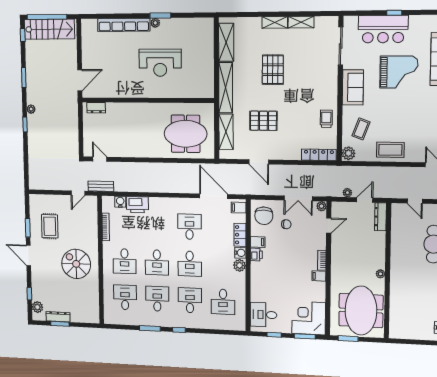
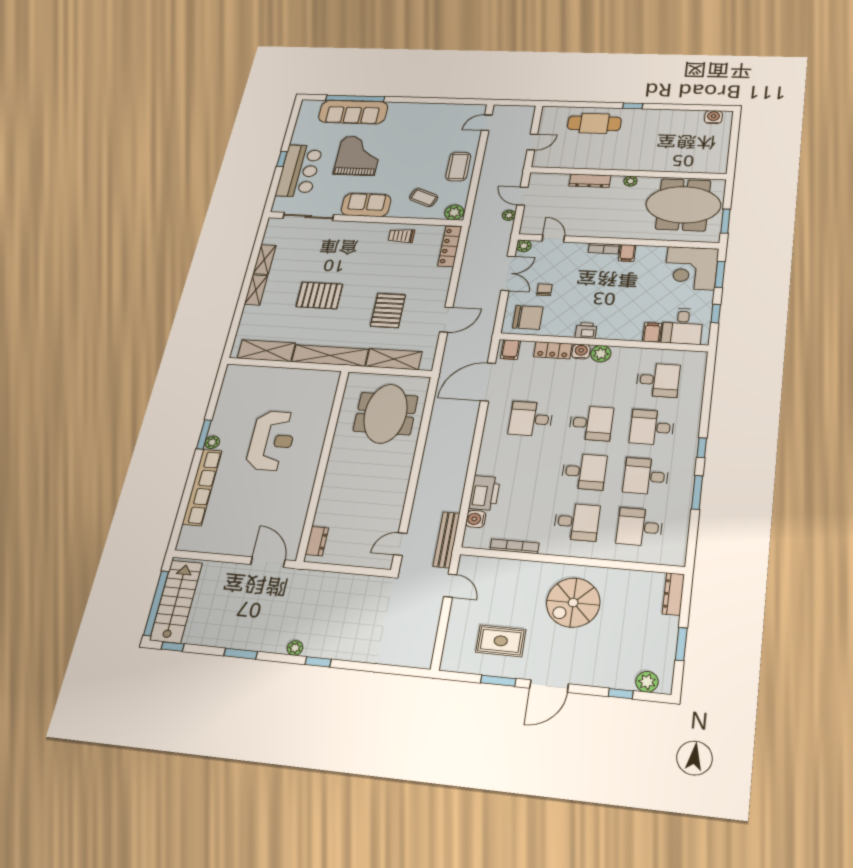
bench: (101, 186) -> (446, 540), width x1.36
dresser: (380, 217) -> (590, 181), moved
filing cabinet: (258, 242) -> (652, 332), moved
dresser: (58, 317) -> (673, 594), moved

